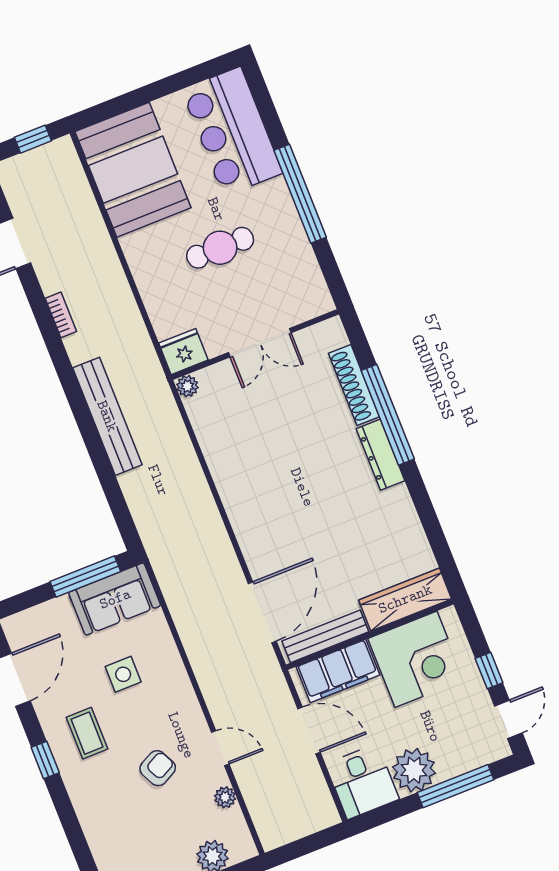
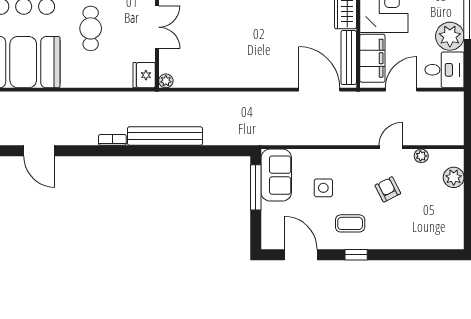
bookcase: (61, 315) -> (112, 140), moved

